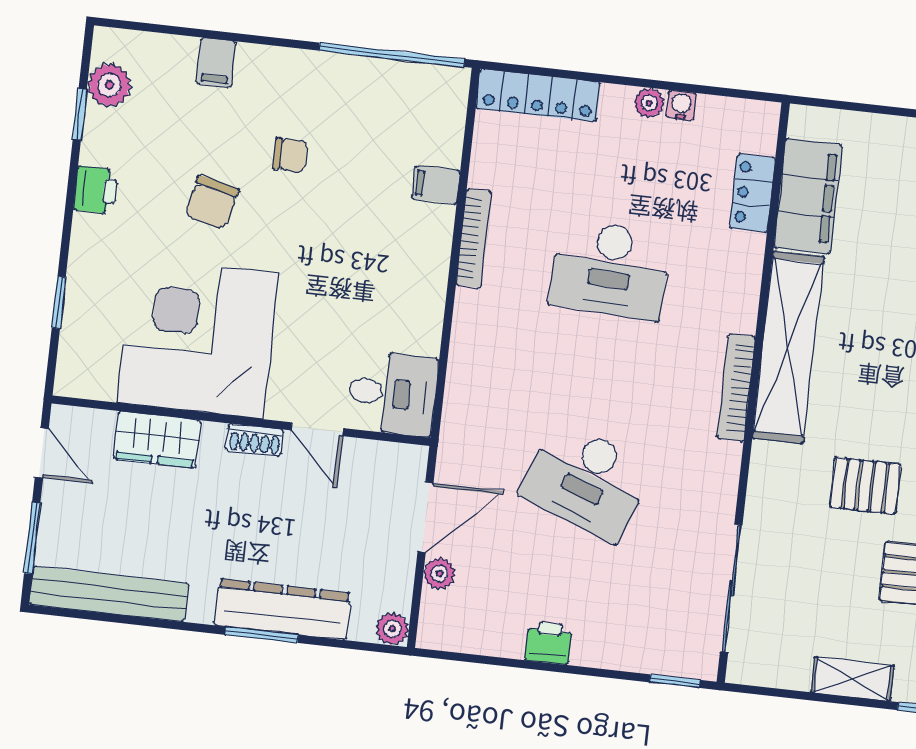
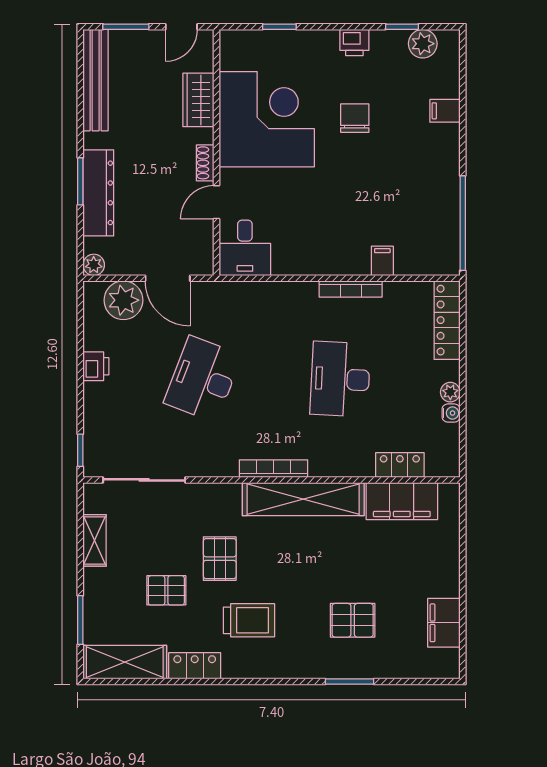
chair: (290, 155) -> (391, 165), removed
chair: (212, 202) -> (355, 118), turned 77
plant: (439, 574) -> (123, 300), width x1.87, depth x1.87
shelving: (852, 679) -> (95, 540), moved

